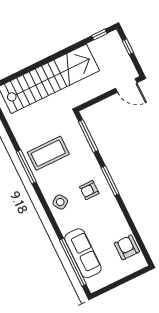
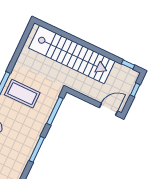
door: (126, 85) -> (109, 109), swing flipped
armchair: (89, 190) -> (20, 140), removed

